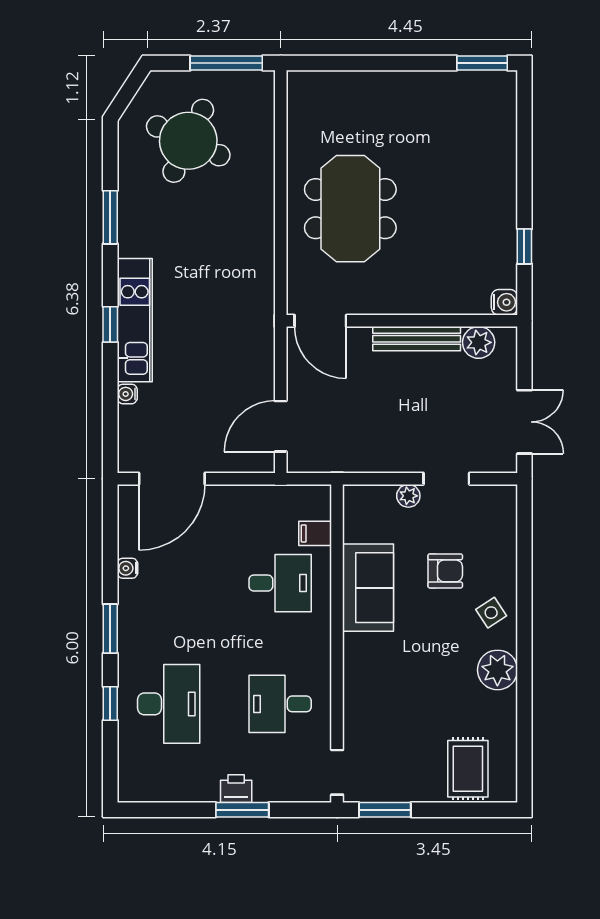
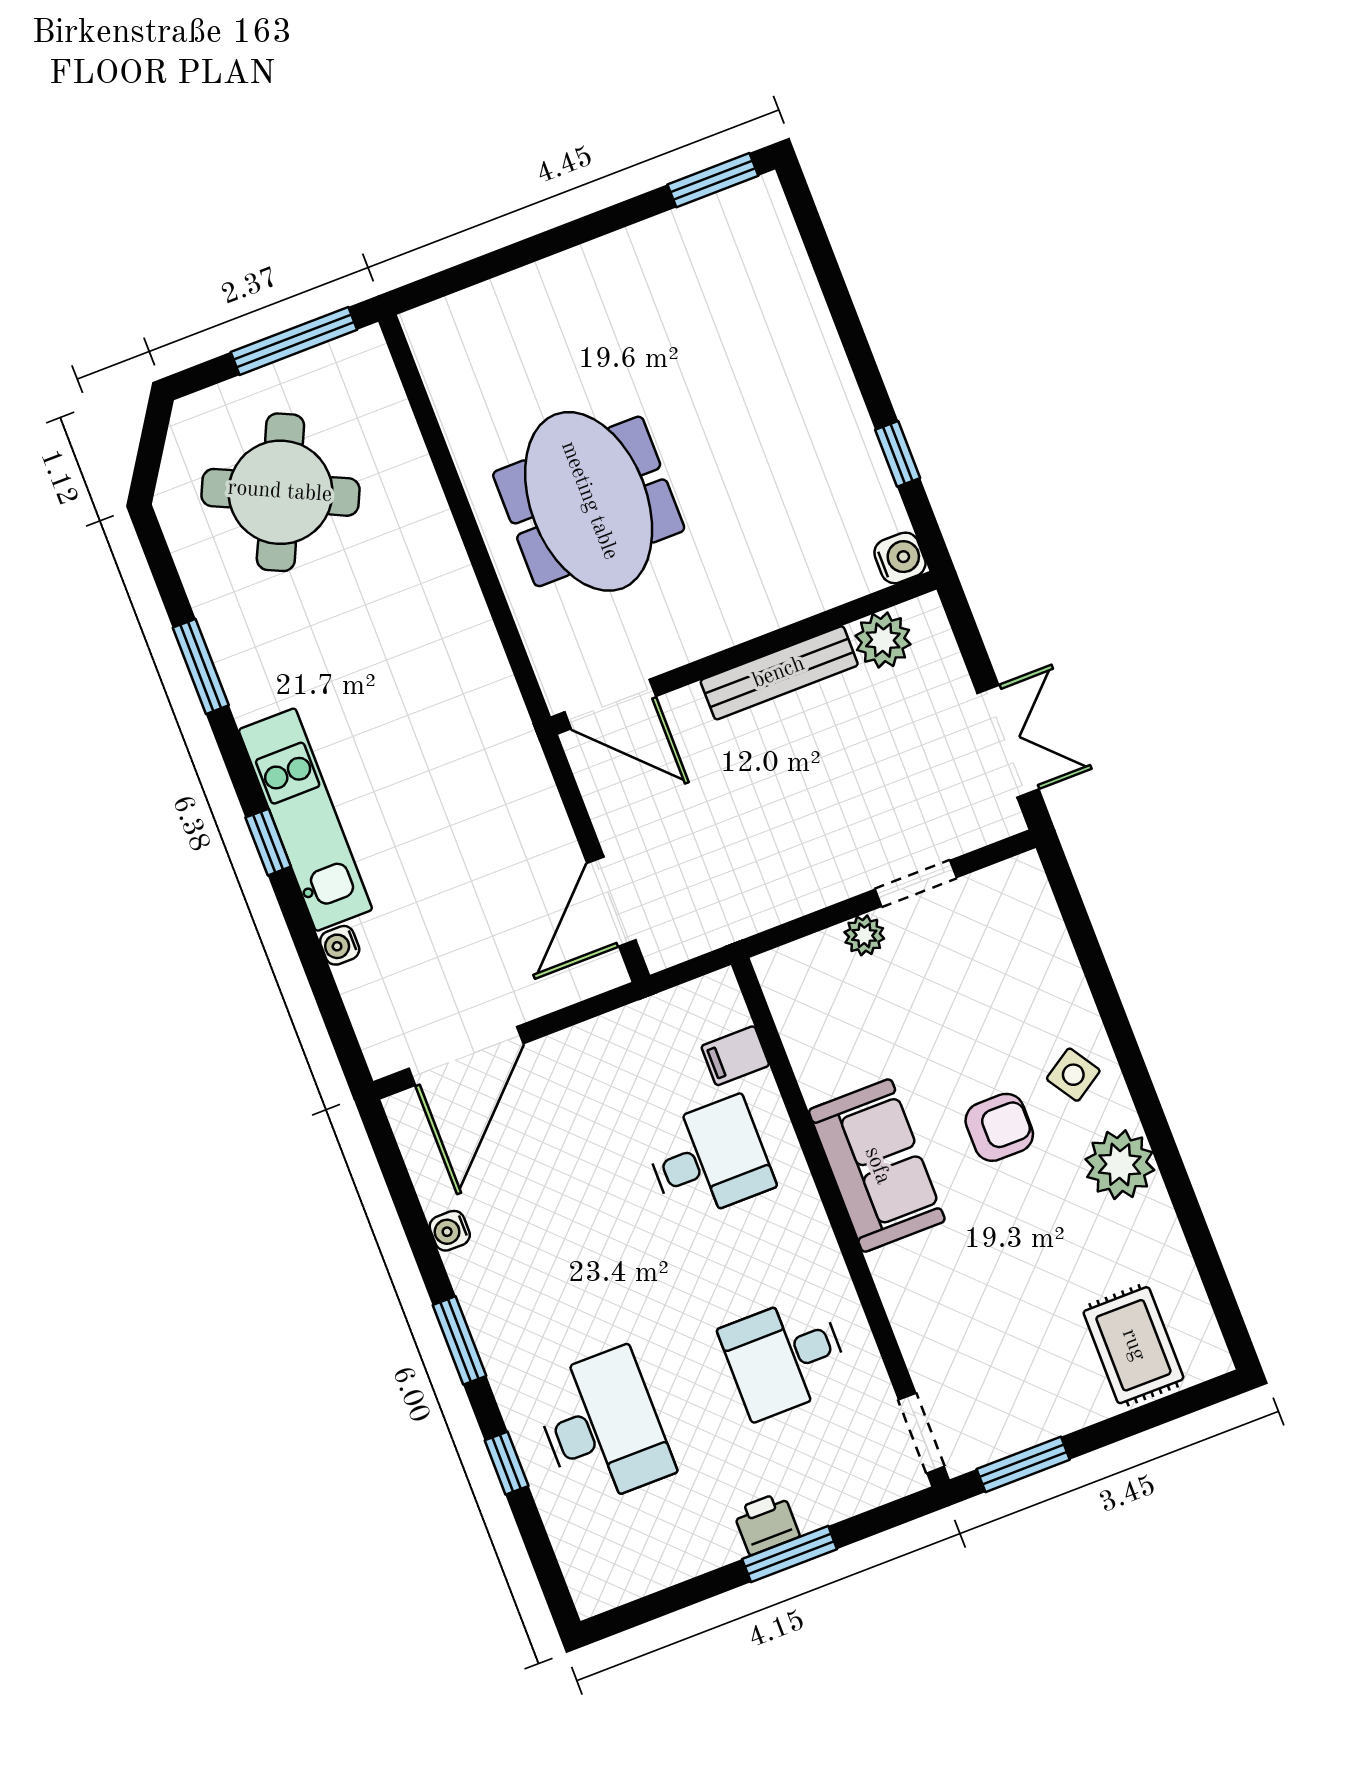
armchair: (445, 571) -> (999, 1127), moved
sofa: (368, 588) -> (877, 1166), moved

